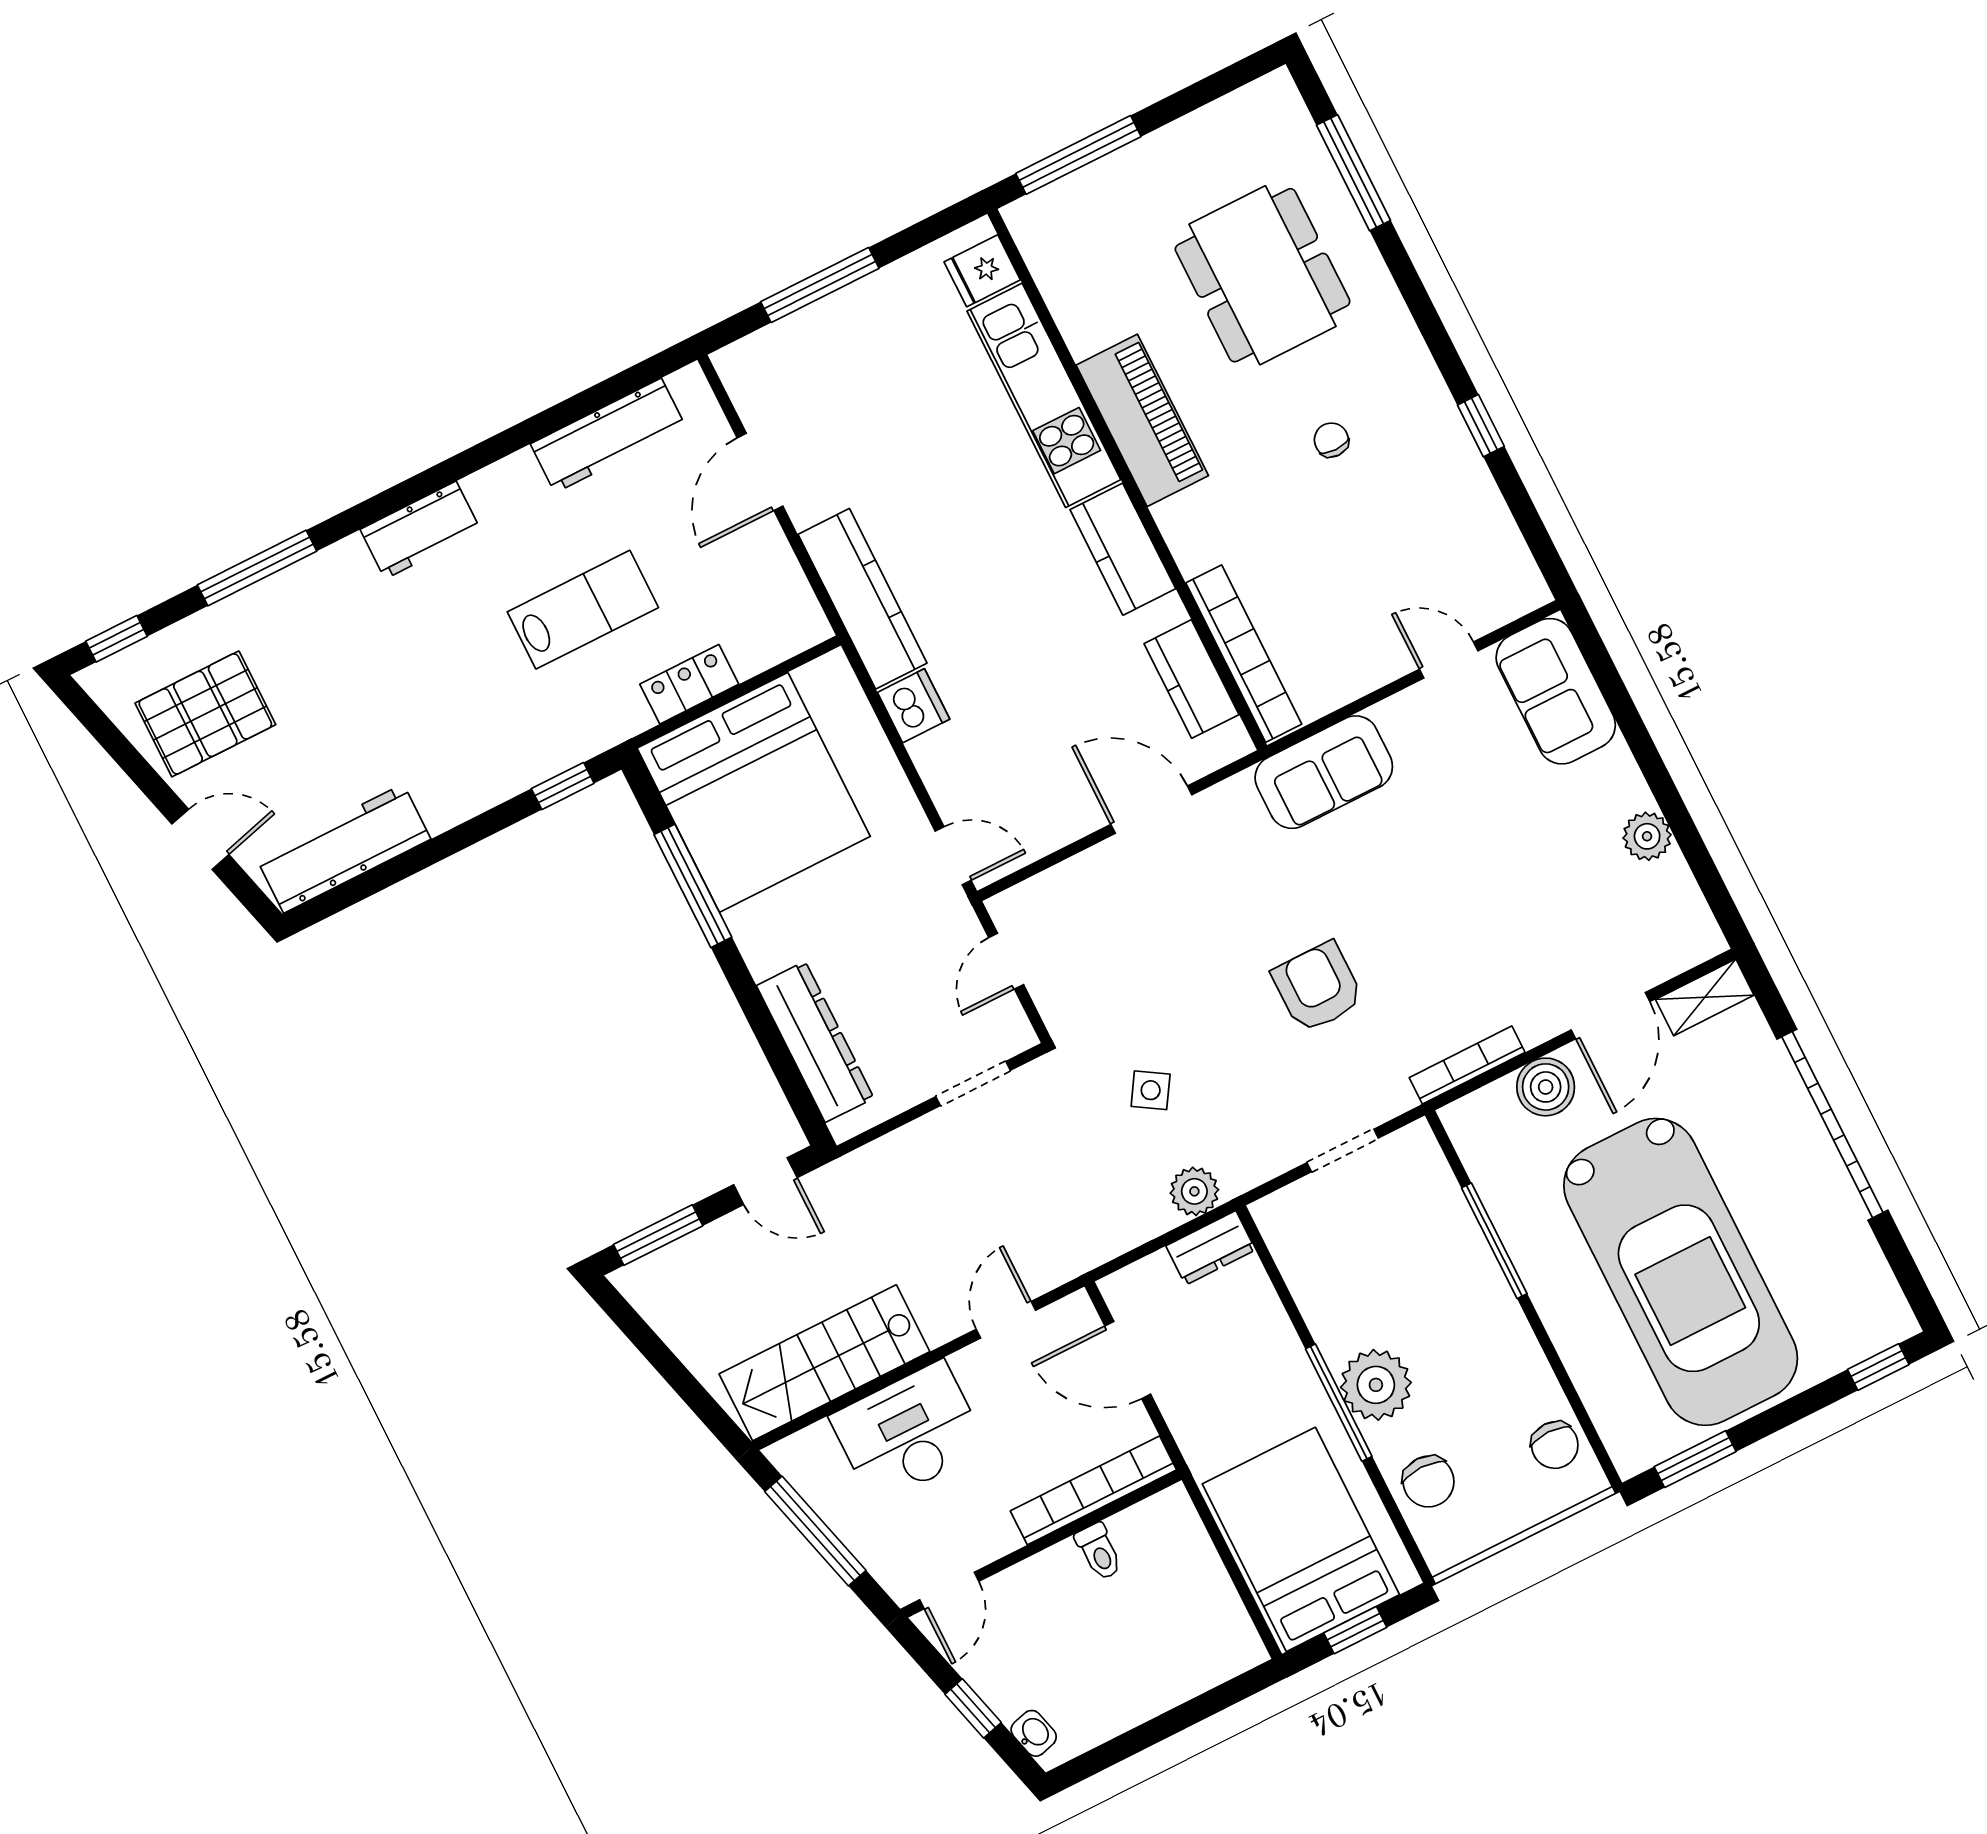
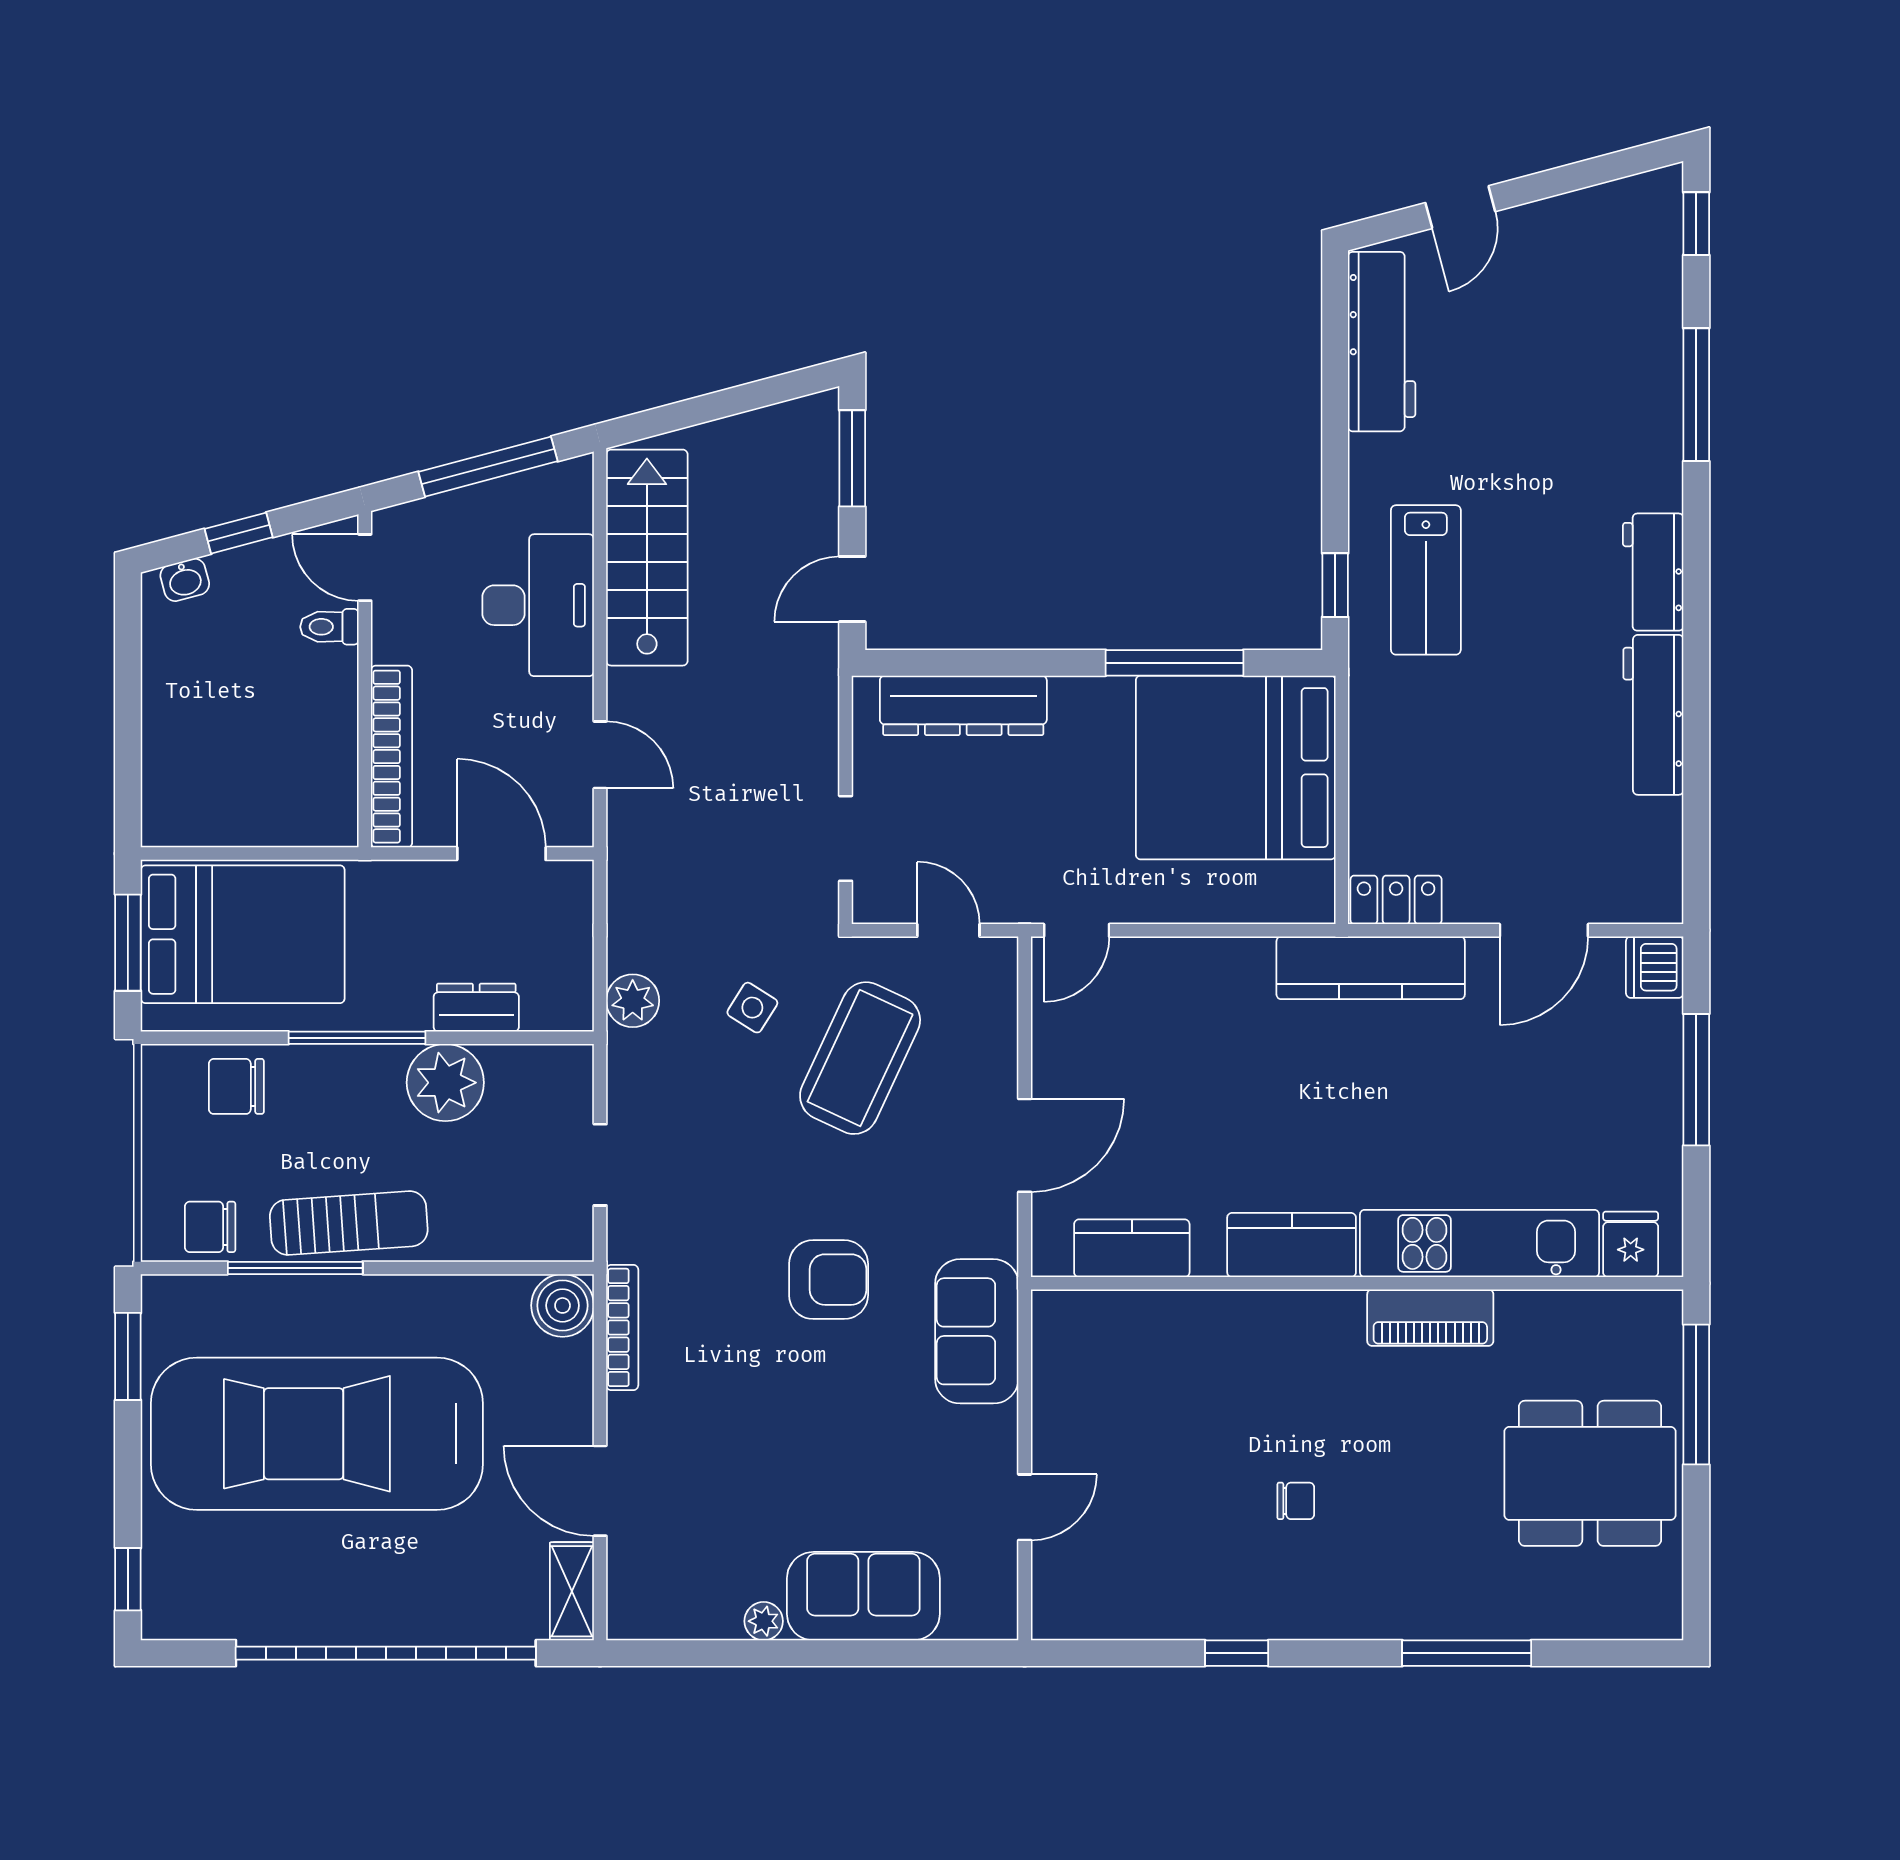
window: (1354, 173) -> (1467, 1653), moved
dining table: (1263, 275) -> (1590, 1473), moved
piano: (1142, 420) -> (1430, 1318), width x0.73, depth x0.75
workbench: (608, 436) -> (1653, 715), moved
door: (760, 472) -> (1544, 930), swing flipped
lab bench: (583, 610) -> (1426, 580), moved
bookcase: (1244, 654) -> (1131, 1311), removed
locker: (689, 684) -> (1396, 900), moved, turned -90
sofa: (1556, 691) -> (863, 1596), moved
dishwasher: (914, 706) -> (1655, 967), moved, turned 90
pallet: (205, 714) -> (1580, 273), removed
plant: (1647, 836) -> (764, 1621), width x0.73, depth x0.73
coffee table: (1148, 981) -> (860, 1058), added
armchair: (1318, 987) -> (829, 1280), moved
boiler: (1546, 1087) -> (563, 1305), moved
garage door: (1832, 1125) -> (386, 1653), width x1.36
window: (1494, 1241) -> (295, 1268), moved
dresser: (1211, 1248) -> (476, 1008), moved, turned 90
sun lounger: (1494, 1333) -> (349, 1223), added
door: (1128, 1360) -> (501, 854), hinge flipped
plant: (1376, 1385) -> (445, 1083), moved
toilet: (1099, 1552) -> (329, 627), moved
window: (1355, 1630) -> (128, 943), width x1.50

